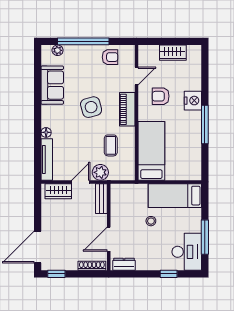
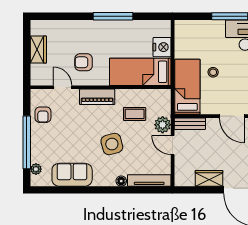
armchair: (110, 57) -> (43, 115), turned 180
armchair: (161, 96) -> (84, 62), turned 90
nightstand: (193, 101) -> (162, 47), moved, turned 90
side table: (91, 107) -> (112, 144), moved
wardrobe: (58, 191) -> (209, 178), moved, turned -90
bed: (175, 196) -> (187, 87), moved, turned 180

